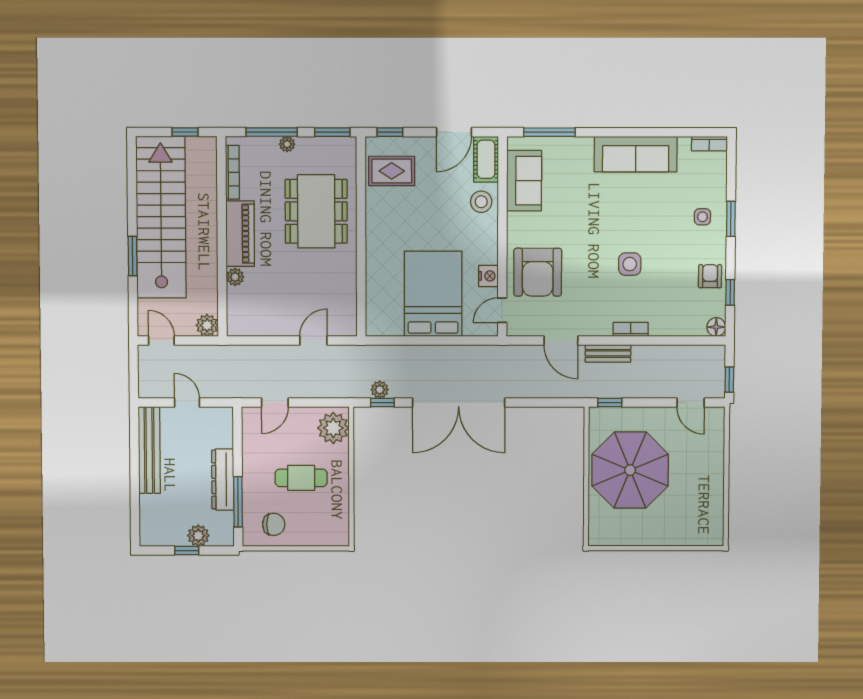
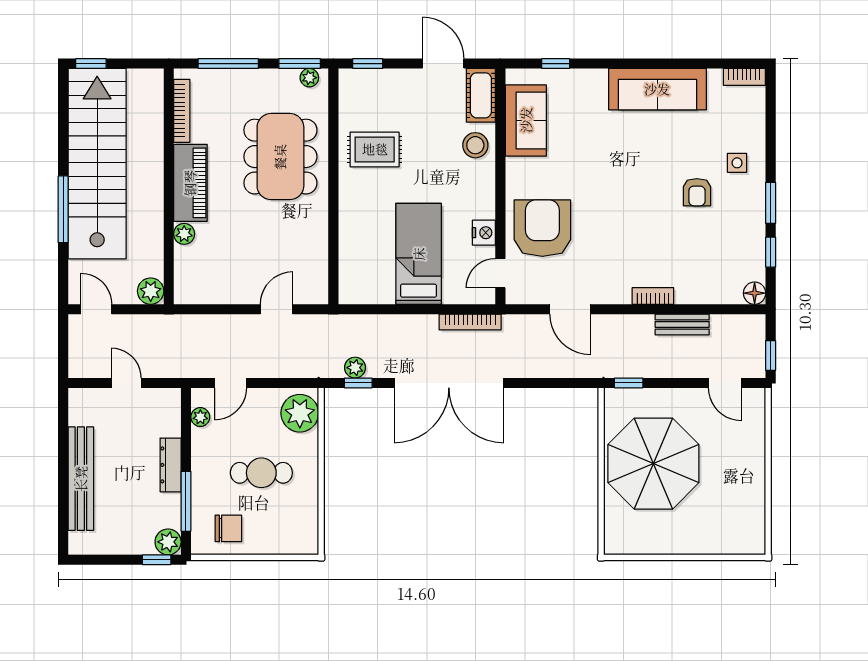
window: (185, 132) -> (91, 64), moved
door: (454, 132) -> (443, 64), swing flipped
window: (549, 132) -> (556, 64), width x0.46
plant: (287, 144) -> (309, 78), moved
rug: (392, 171) -> (375, 149), moved
window: (731, 219) -> (771, 203), moved
window: (133, 256) -> (63, 209), width x1.44
side table: (630, 264) -> (651, 219), removed
armchair: (538, 272) -> (542, 228), turned 180
armchair: (710, 276) -> (697, 192), moved, turned 180
bed: (433, 294) -> (419, 254), width x0.67
bookcase: (477, 351) -> (470, 322), added
bench: (608, 353) -> (682, 324), moved
plant: (250, 431) -> (200, 417), added
bench: (149, 450) -> (81, 479), moved
dresser: (223, 480) -> (171, 465), width x0.73, depth x0.80
plant: (198, 536) -> (168, 542), moved
window: (187, 551) -> (157, 560), moved

